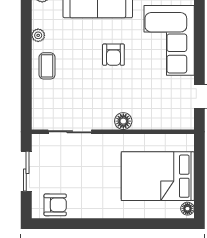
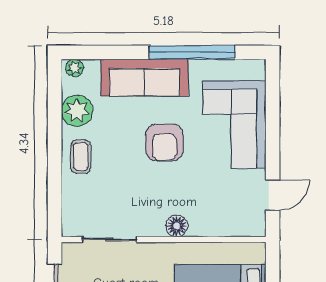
plant: (38, 35) -> (77, 111), width x1.87, depth x1.87
armchair: (113, 55) -> (164, 142), width x1.38, depth x1.38

